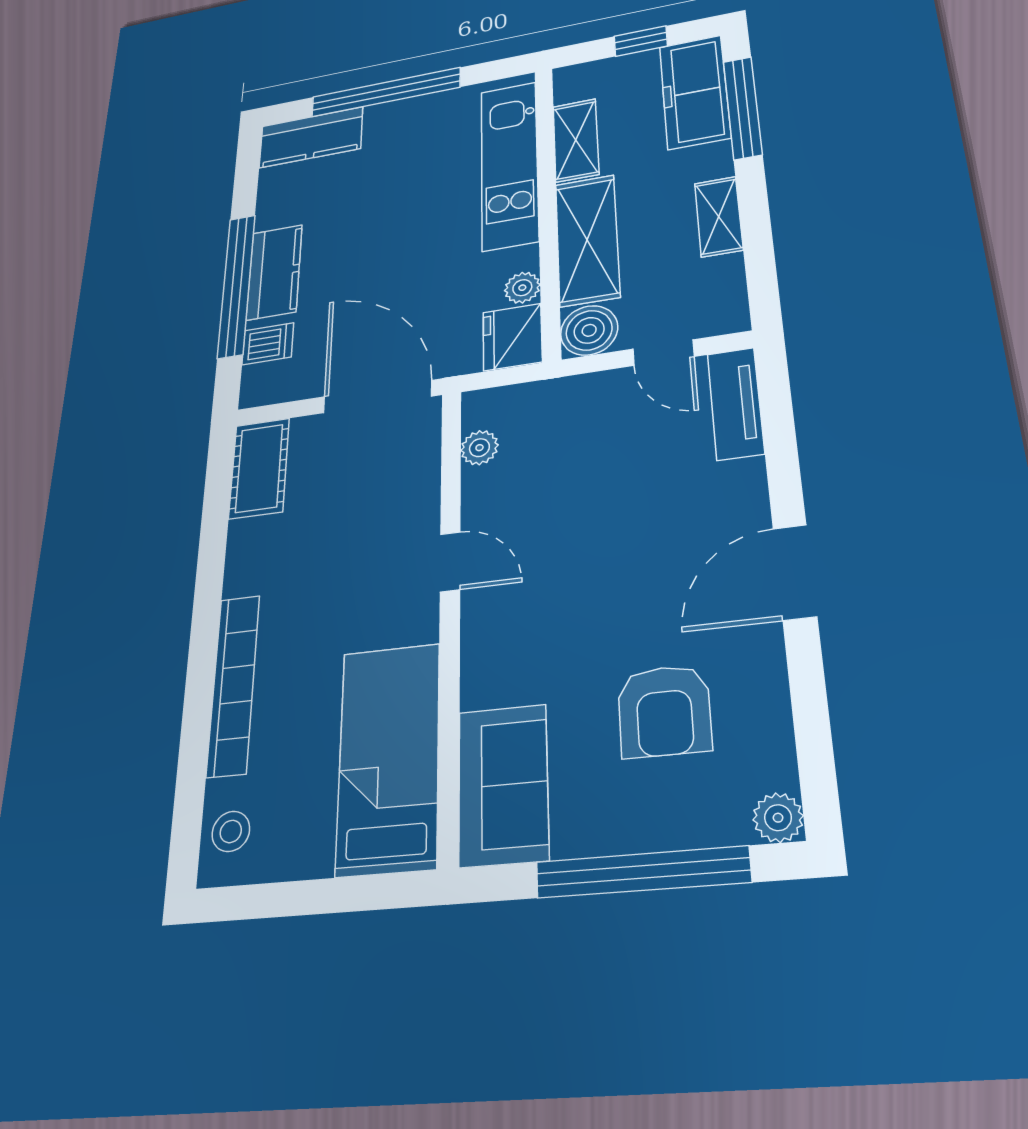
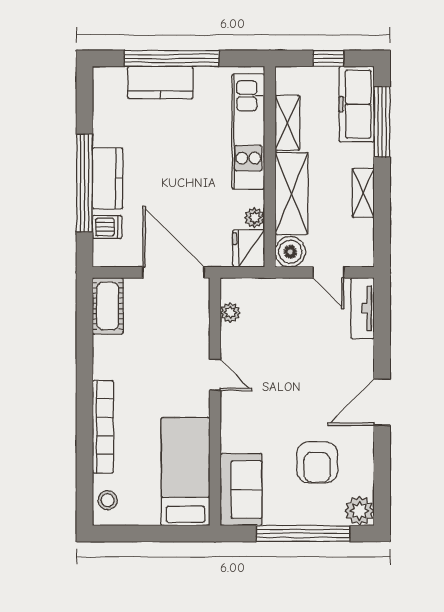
kitchen counter: (311, 137) -> (160, 82), moved
plant: (778, 818) -> (359, 511), width x1.38, depth x1.38

